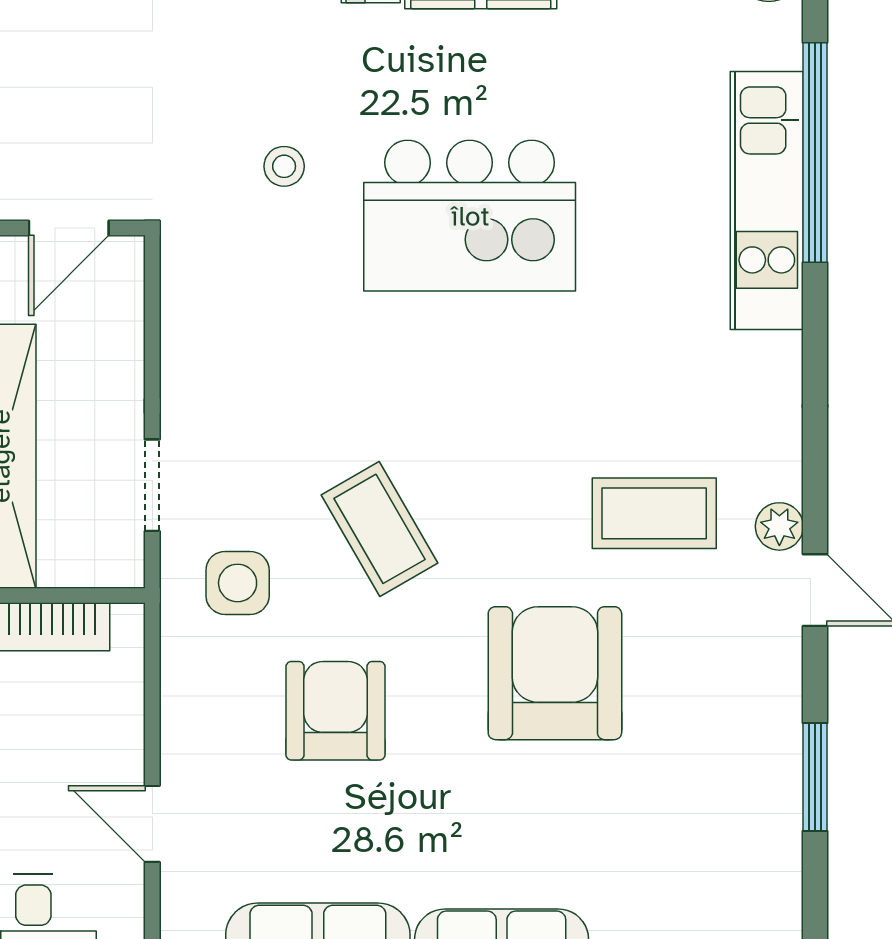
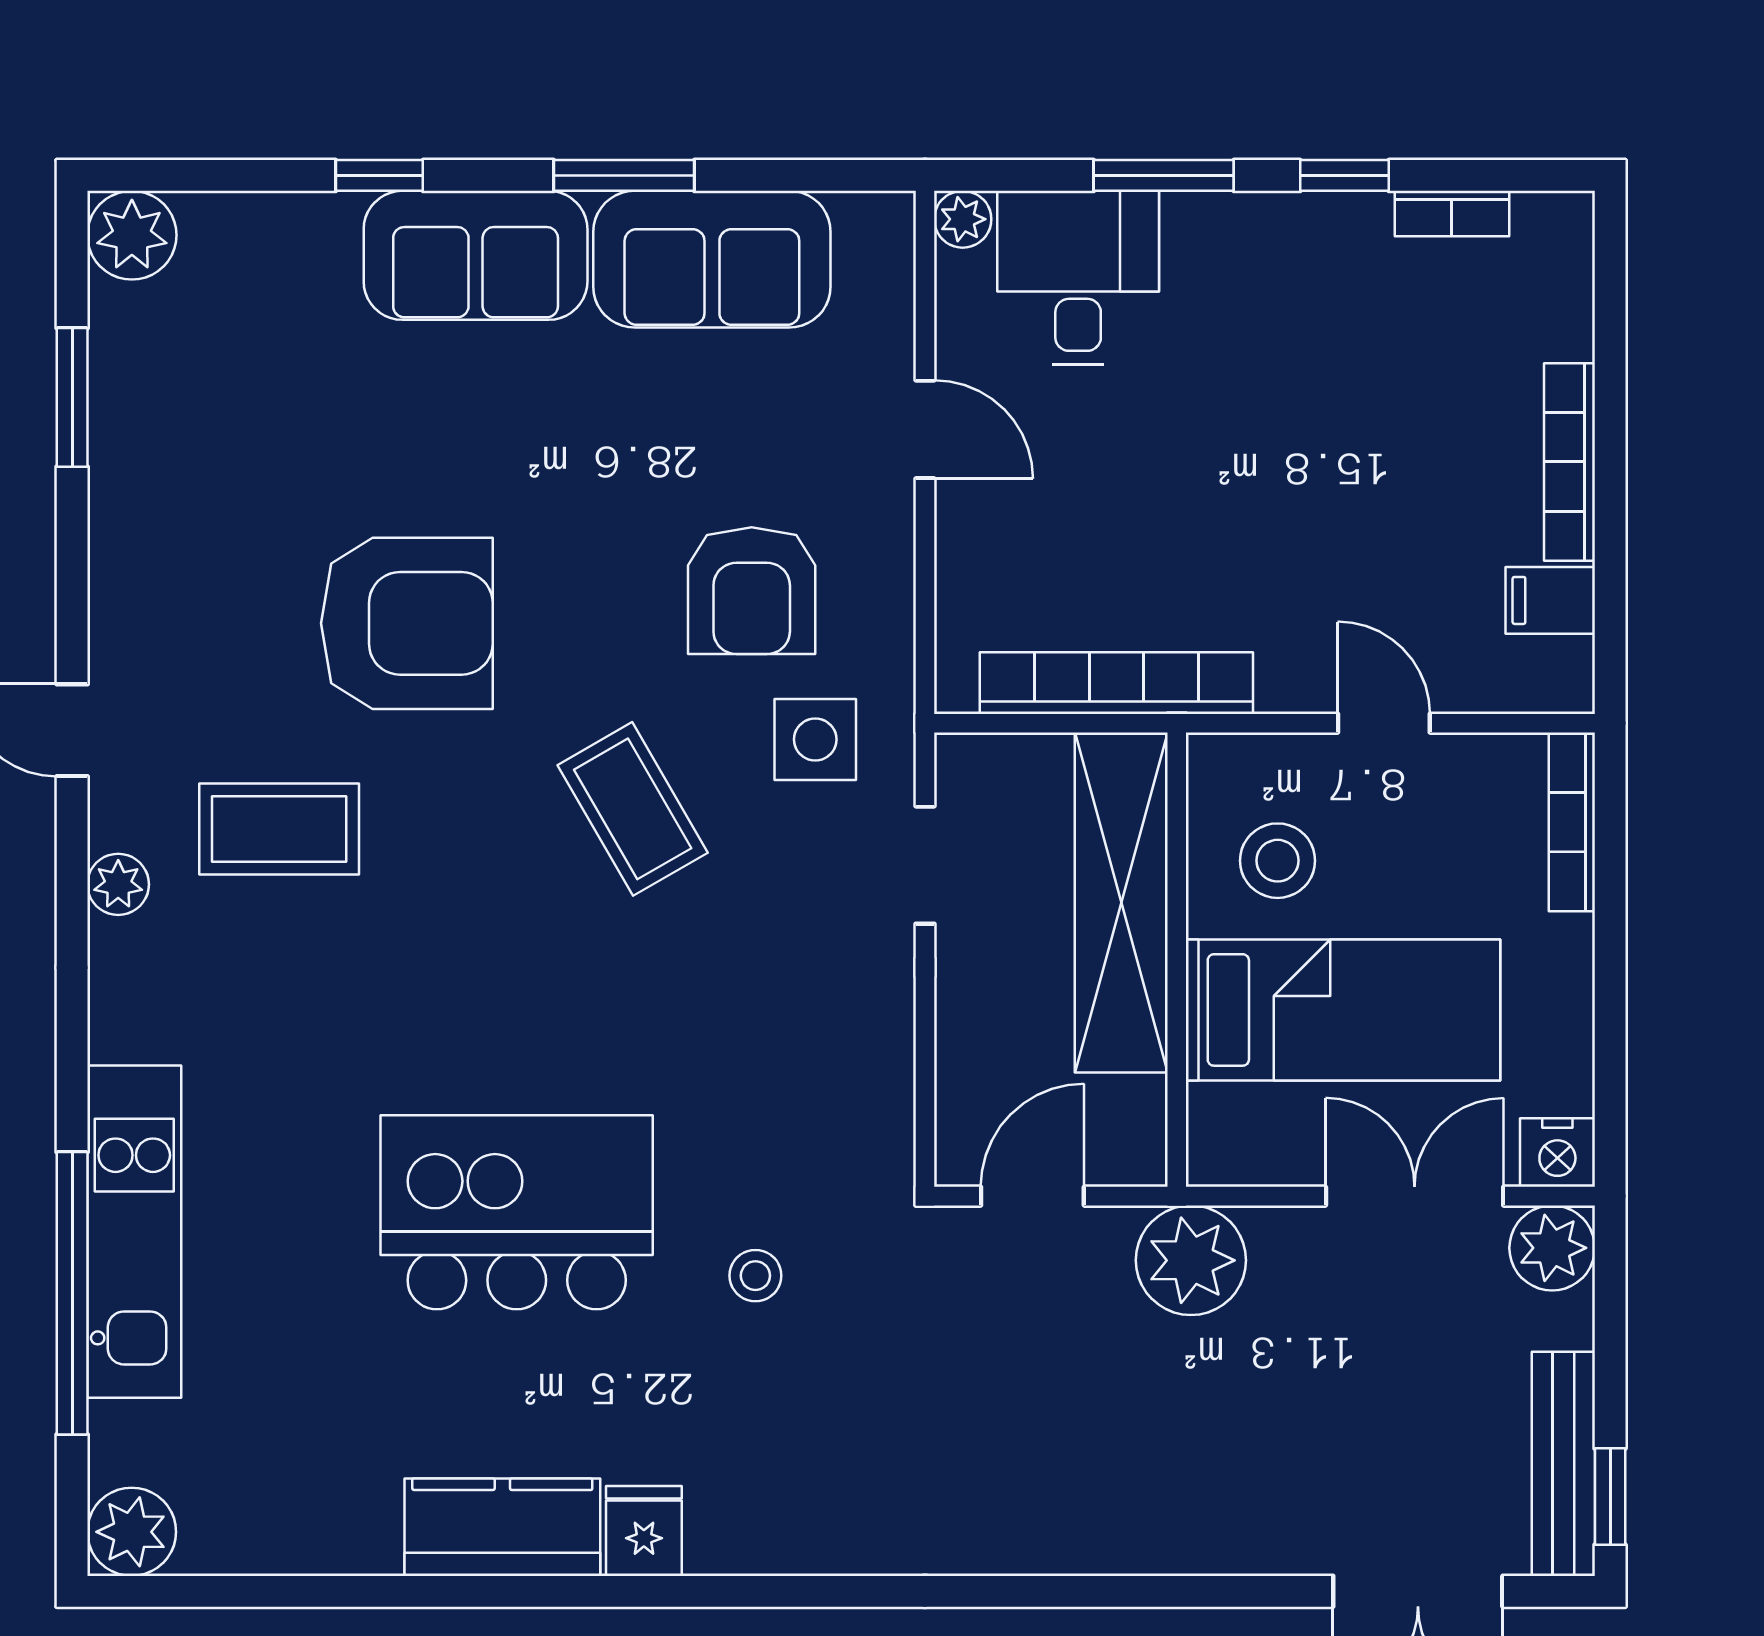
plant: (779, 526) -> (118, 884), moved
armchair: (555, 673) -> (407, 623), turned -90
armchair: (335, 711) -> (752, 591), moved
window: (815, 777) -> (72, 397), moved

